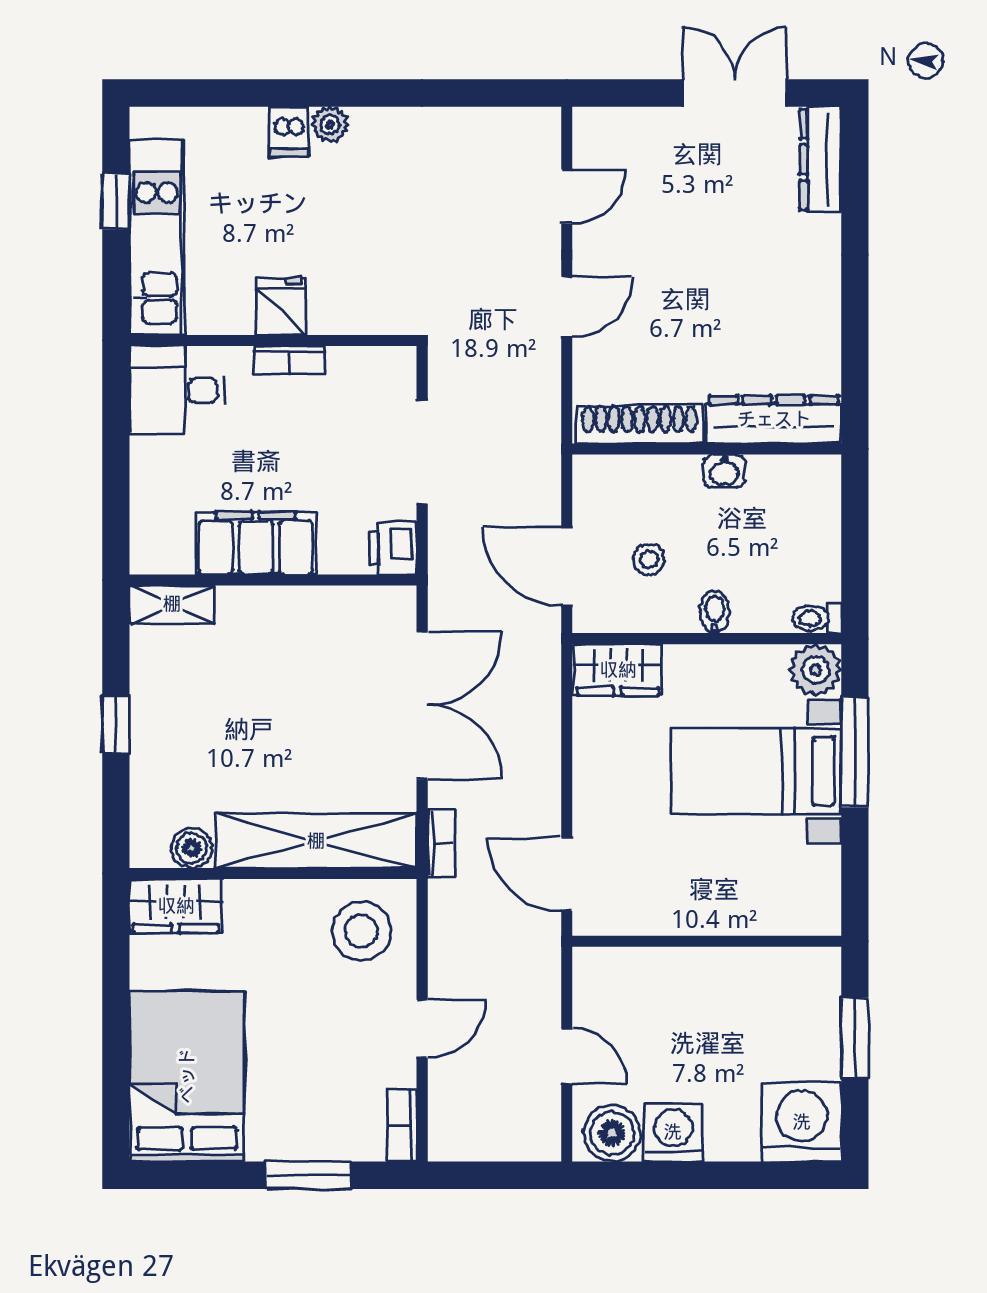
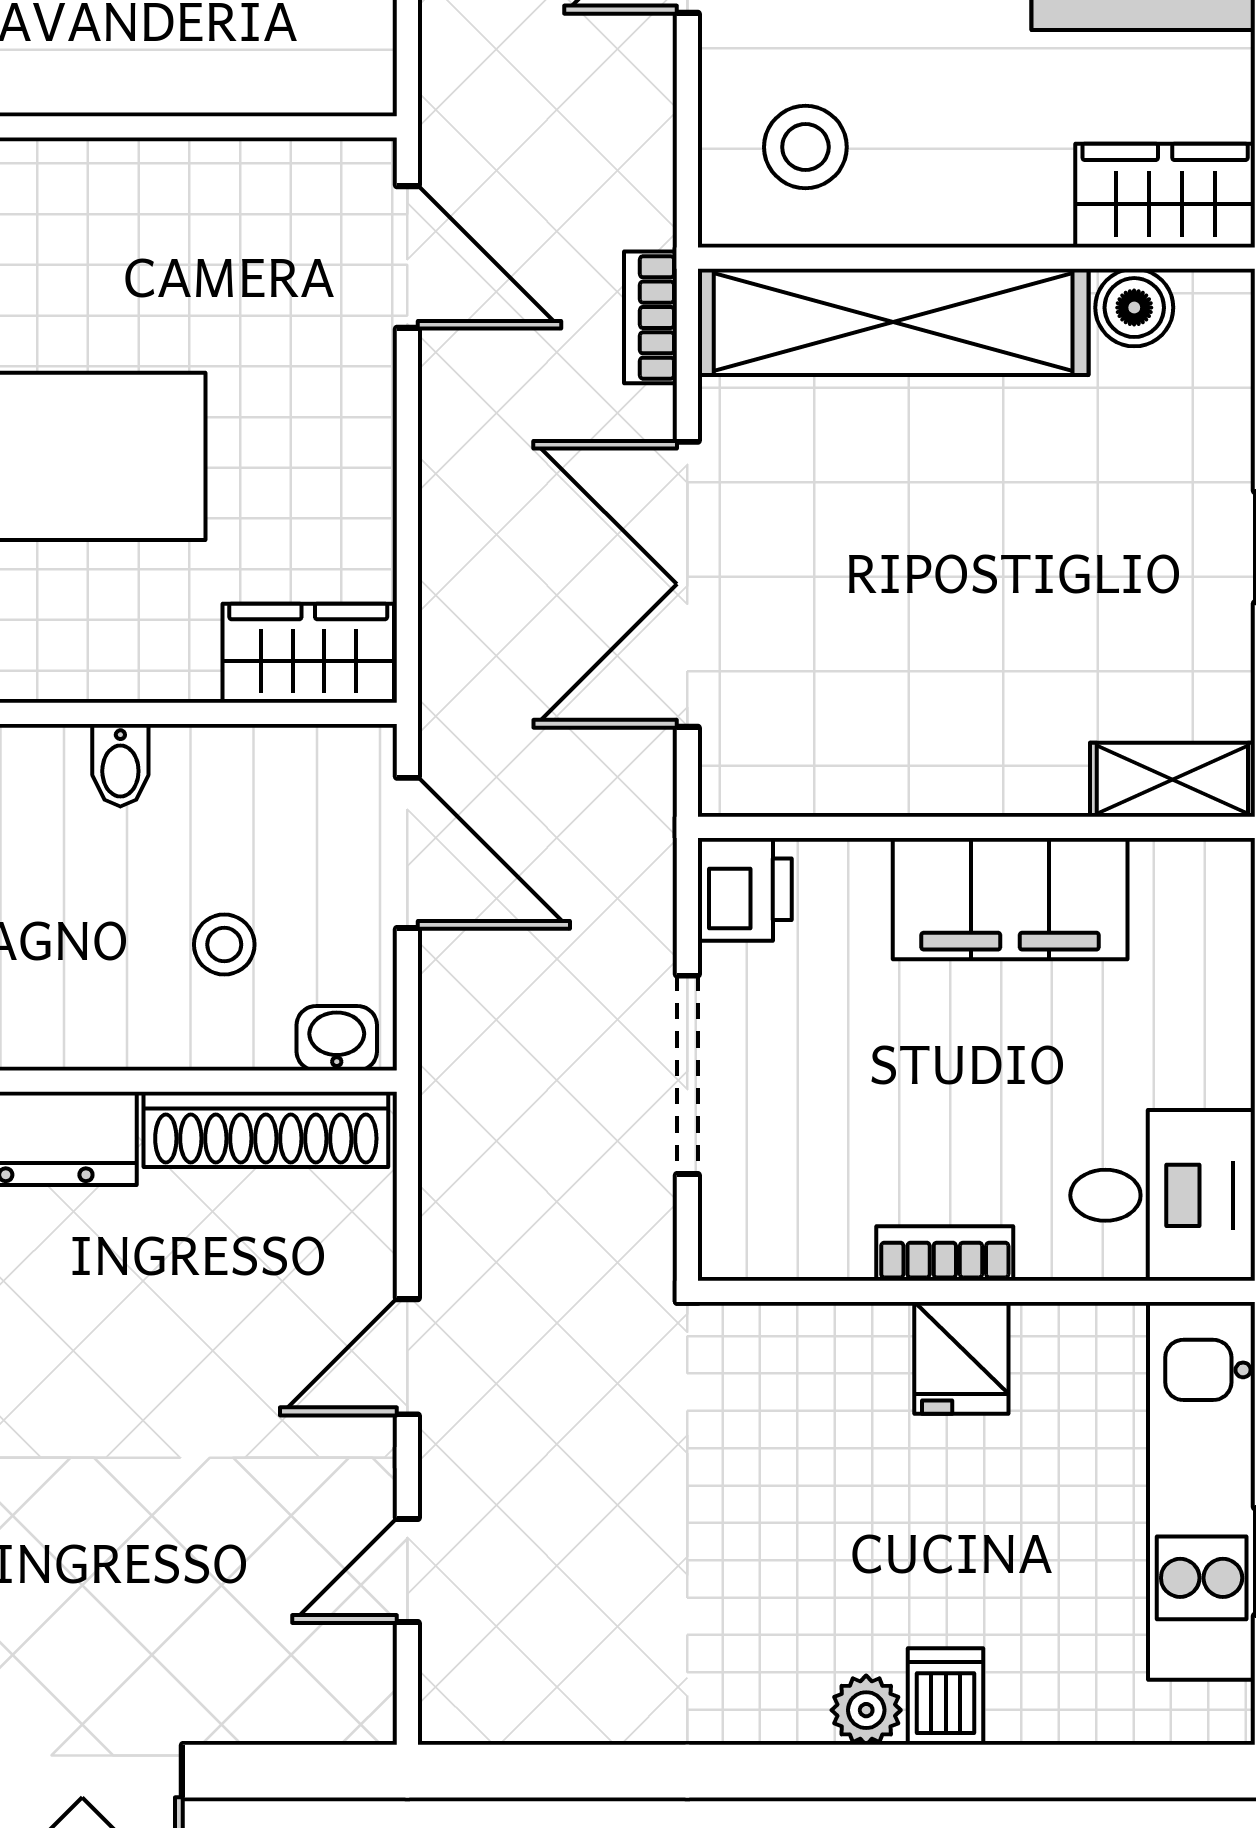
washbasin: (724, 471) -> (337, 1038), moved
stool: (649, 559) -> (224, 945), moved
stool: (361, 931) -> (805, 147), width x0.73, depth x0.73

